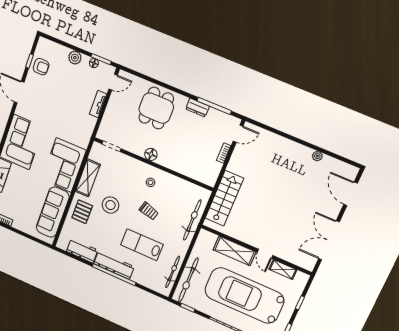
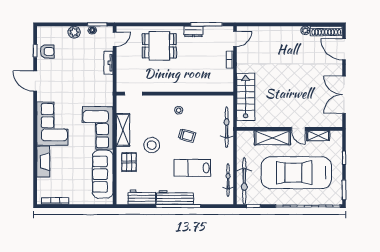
dining table: (156, 108) -> (159, 46), turned 90
floor lamp: (151, 154) -> (170, 86), removed
shoe rack: (340, 166) -> (326, 31), added

